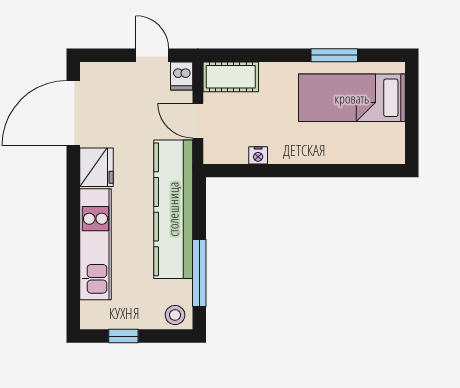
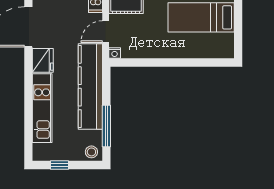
door: (198, 121) -> (106, 32), hinge flipped
nightstand: (258, 155) -> (115, 53), moved

